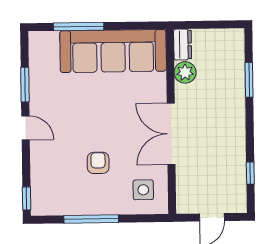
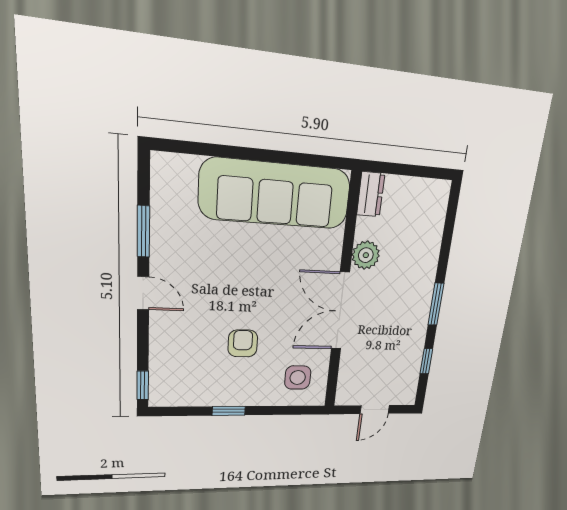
window: (79, 27) -> (228, 152), removed
plant: (185, 72) -> (366, 255), moved
window: (249, 80) -> (436, 304), moved
window: (91, 219) -> (229, 411), width x0.46

